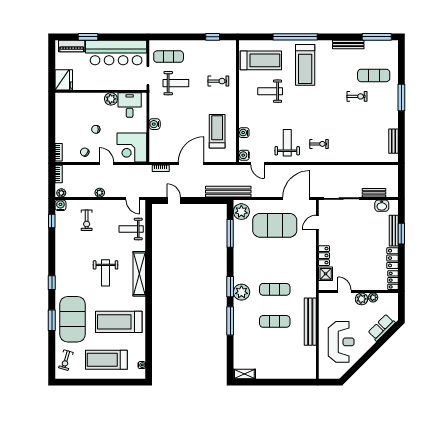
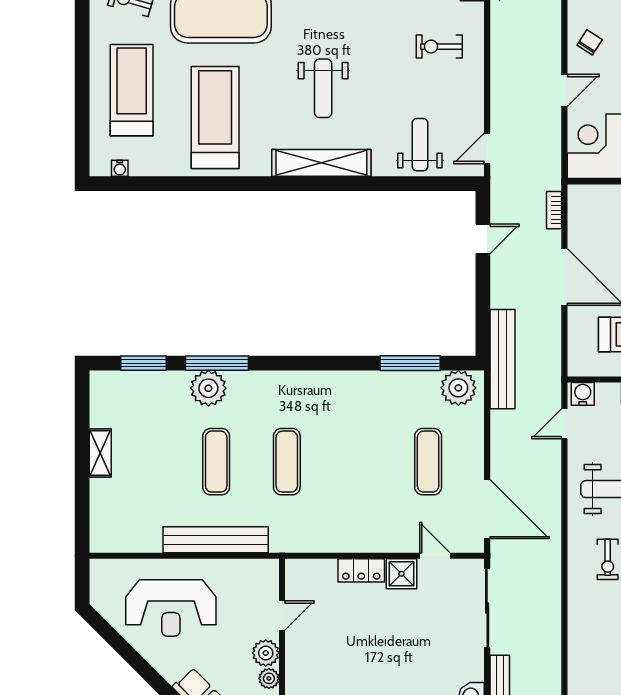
plant: (100, 193) -> (500, 75), removed
exercise mat: (275, 225) -> (428, 462), width x0.50, depth x0.69
weight bench: (106, 273) -> (323, 88), turned -90
shower: (326, 274) -> (401, 574), moved
window: (230, 287) -> (143, 363), moved
plant: (241, 292) -> (208, 388), moved
shelving: (244, 374) -> (100, 453), moved

